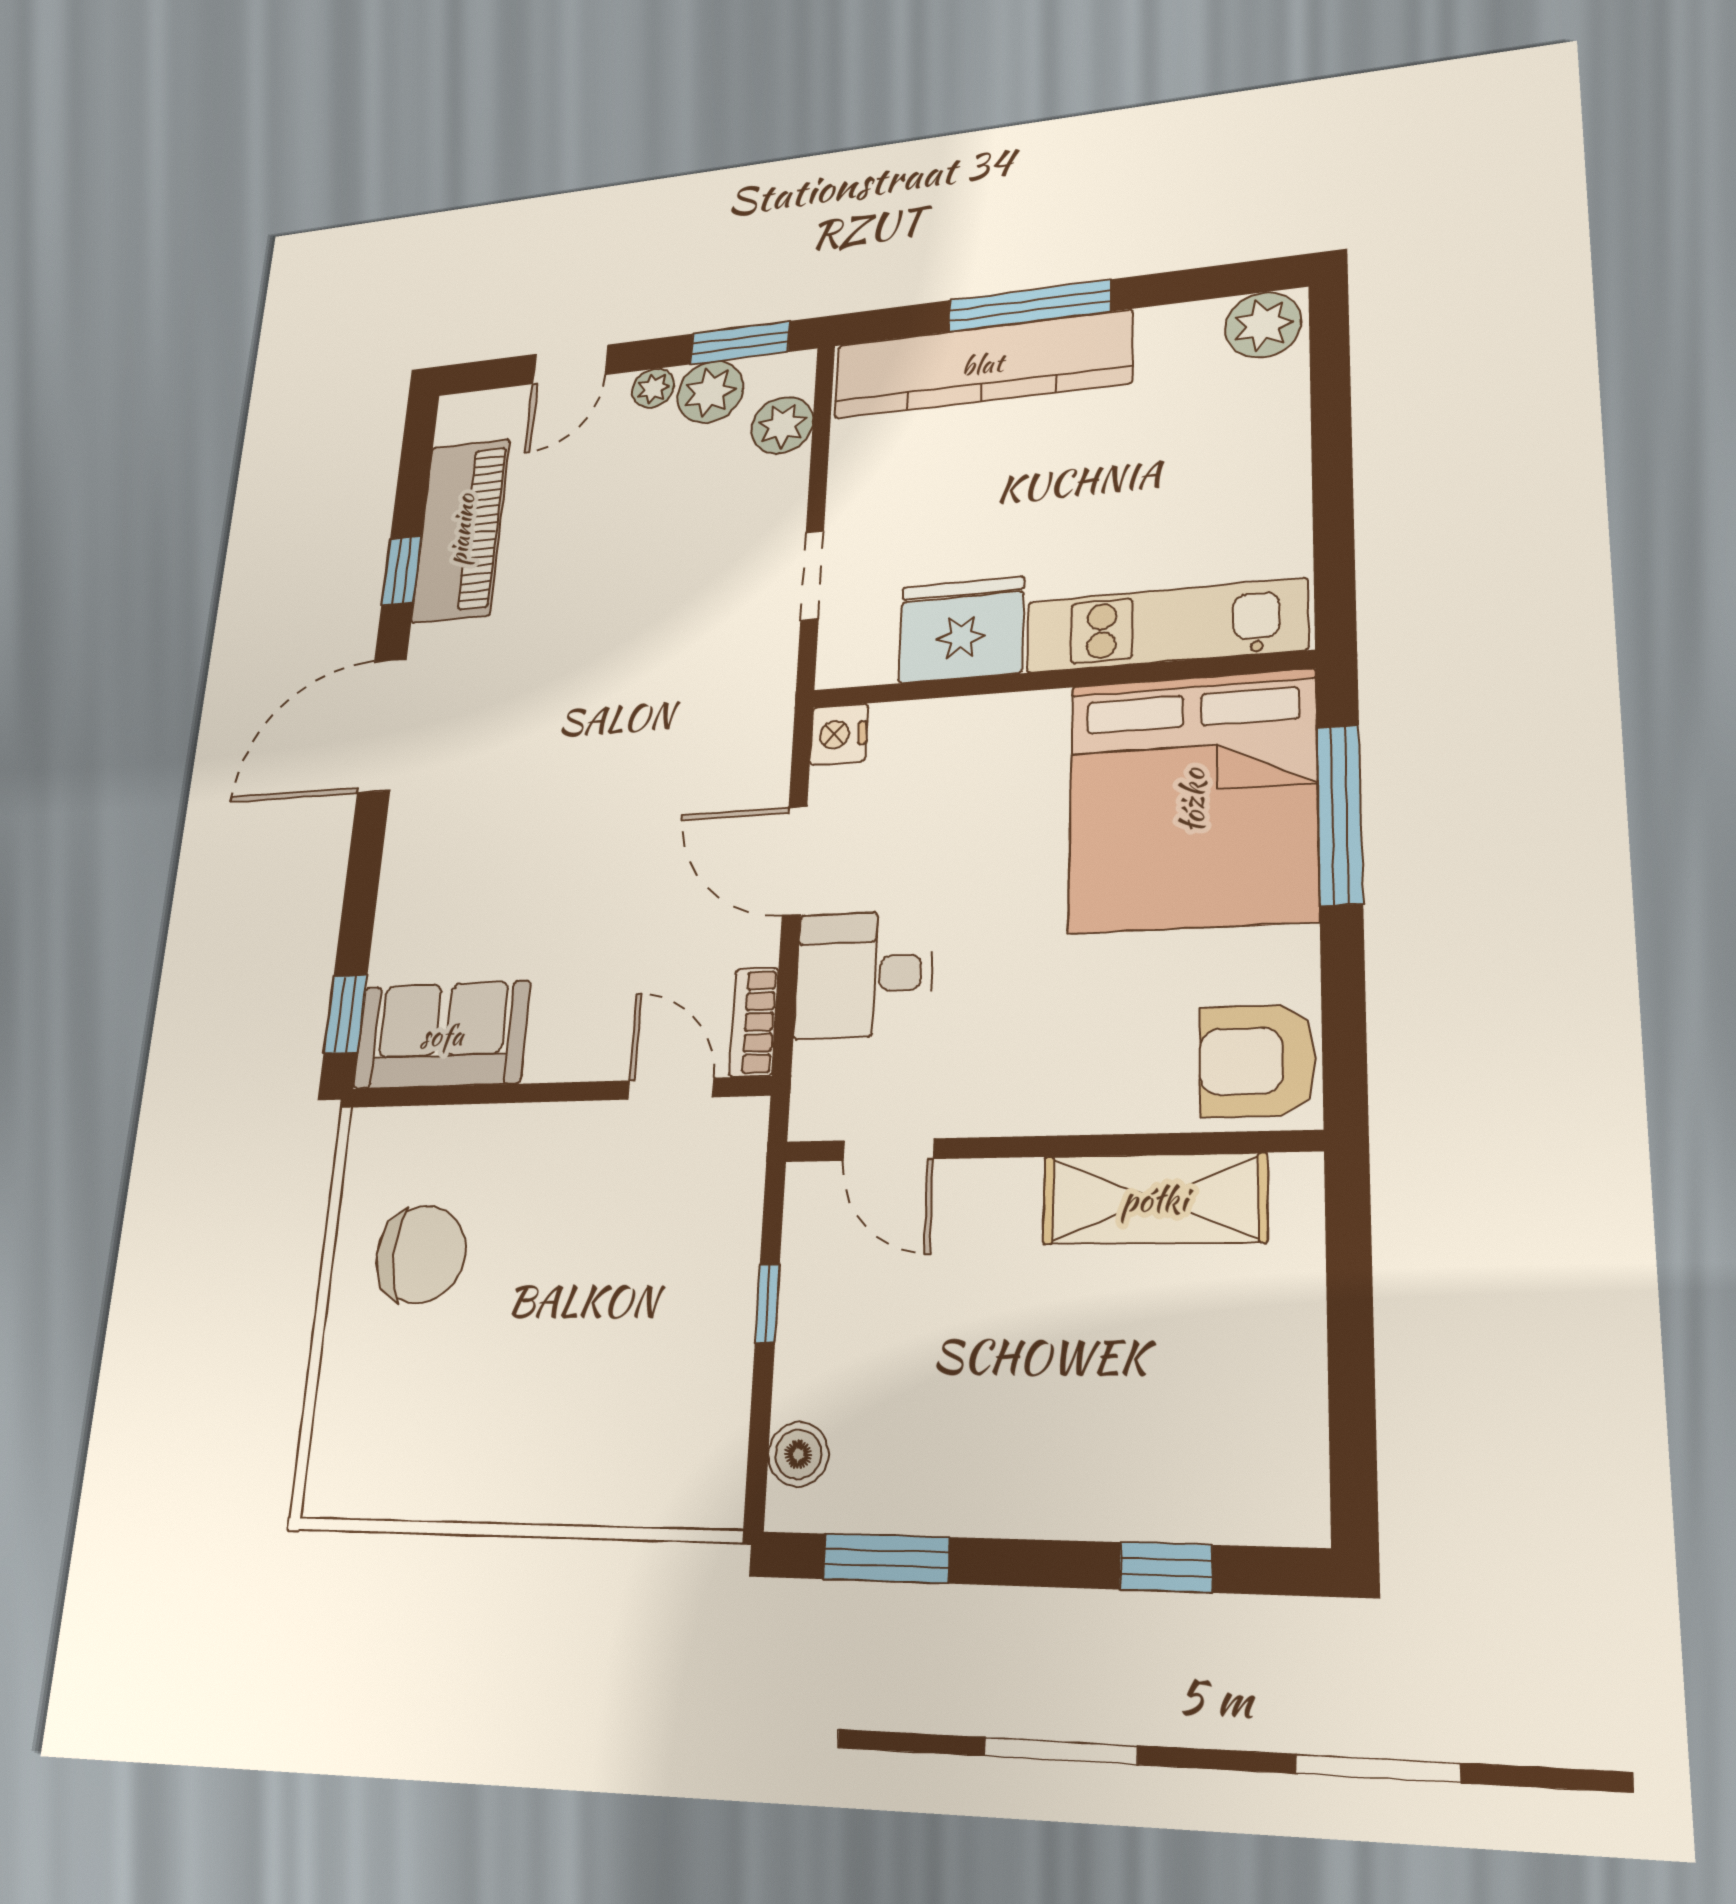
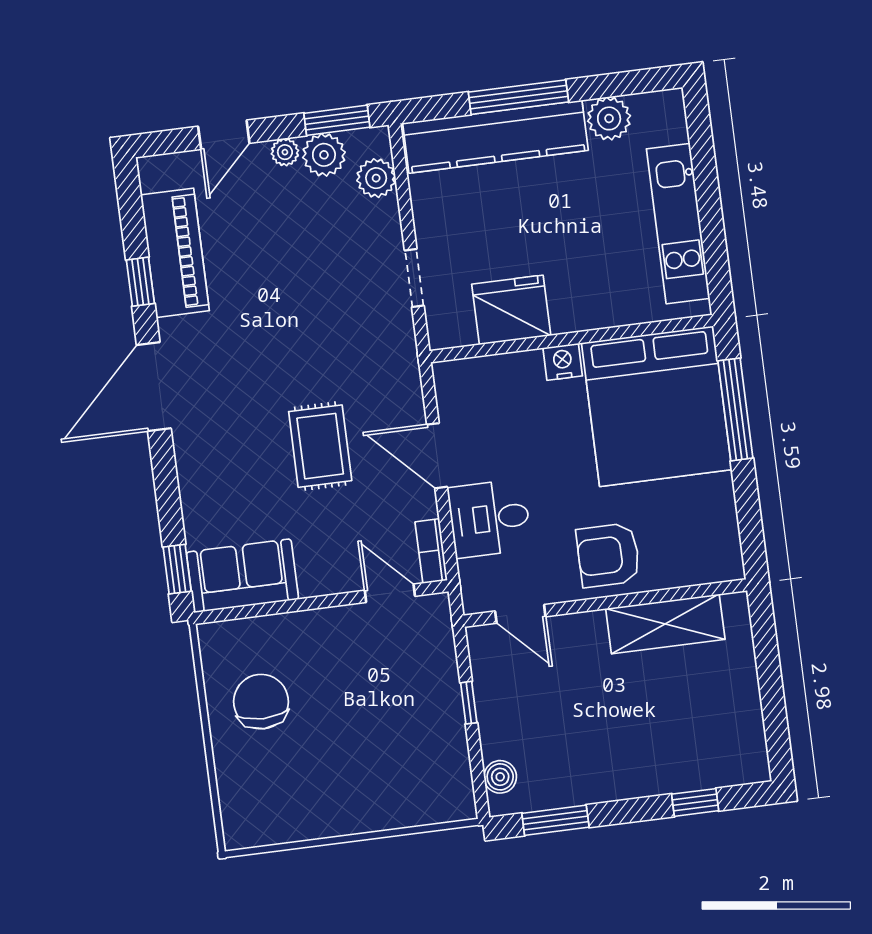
plant: (1263, 325) -> (609, 118), moved
kitchen unit: (1166, 626) -> (678, 224), moved, turned -90
nightstand: (839, 734) -> (563, 362), moved, turned 90
rug: (610, 832) -> (320, 446), added
armchair: (1257, 1061) -> (608, 555), moved
chair: (421, 1254) -> (261, 702), turned -90

